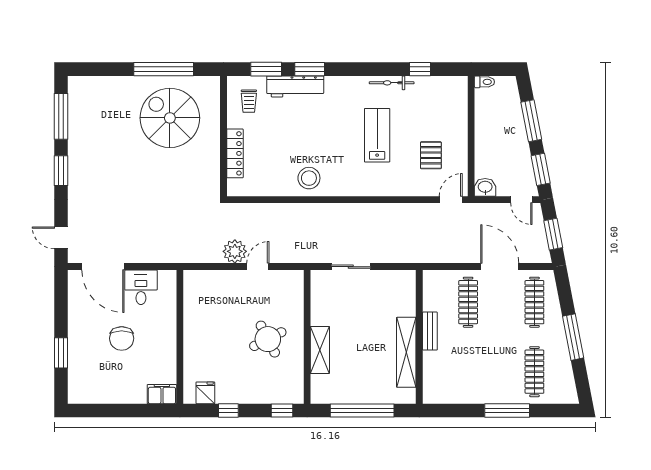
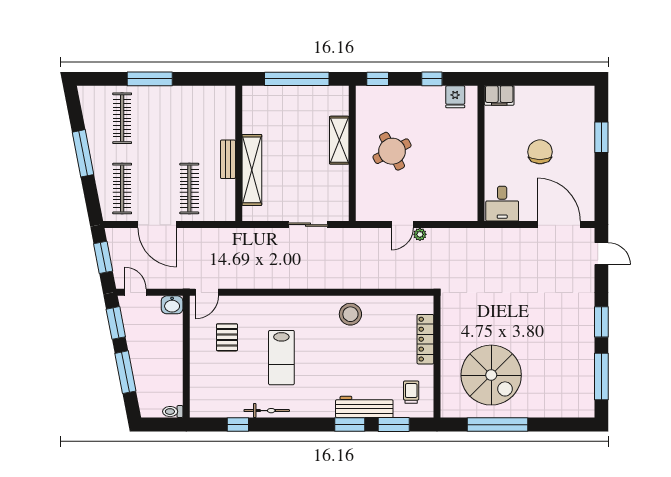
plant: (235, 251) -> (420, 234), width x0.53, depth x0.53
desk: (141, 287) -> (502, 204), moved
shelving: (406, 352) -> (252, 170), moved

